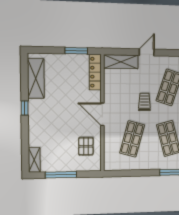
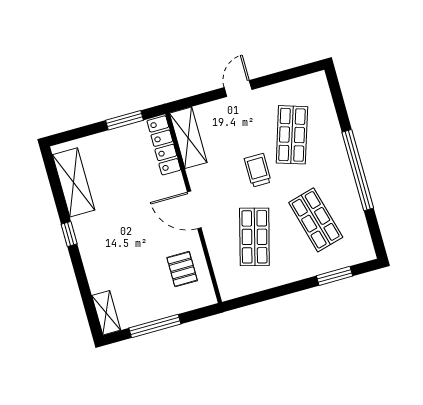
shelving: (121, 62) -> (188, 138), moved, turned 90

